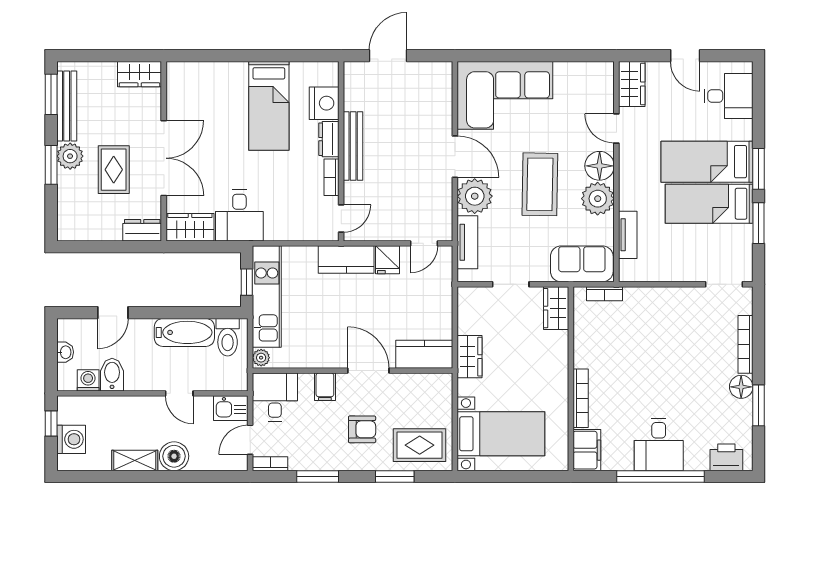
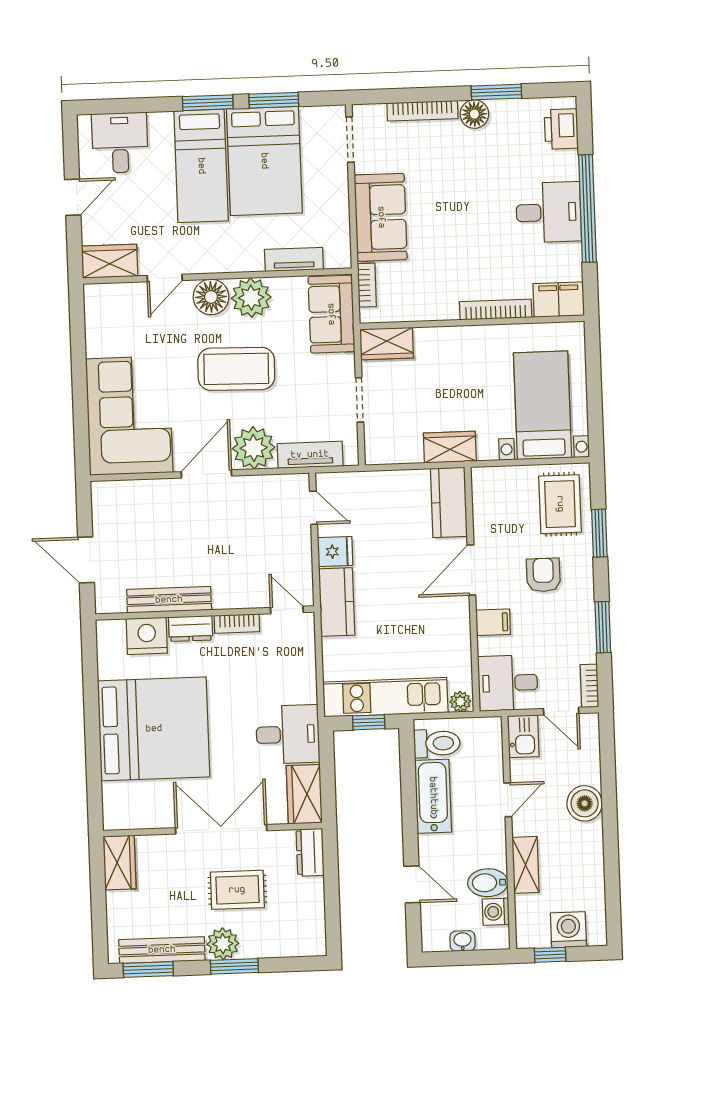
bed: (269, 106) -> (154, 729), width x2.04
bench: (353, 146) -> (169, 600), moved
bed: (709, 204) -> (264, 161), width x1.50
sofa: (660, 307) -> (381, 217), added
shelving: (135, 460) -> (525, 865), moved

